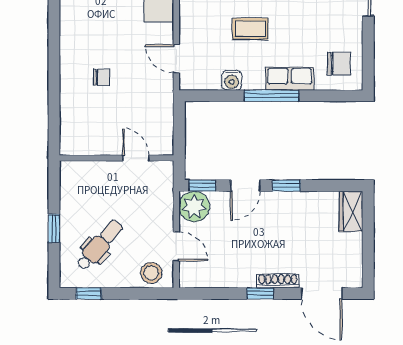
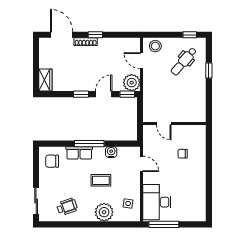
wall: (117, 158) -> (174, 124), moved
door: (136, 158) -> (164, 124), moved

